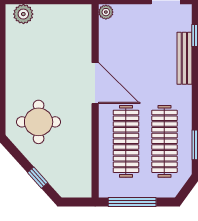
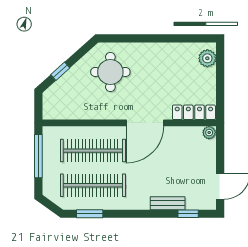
locker: (83, 29) -> (194, 112), added
bench: (184, 58) -> (168, 203), width x0.73

